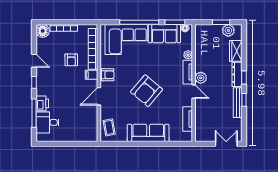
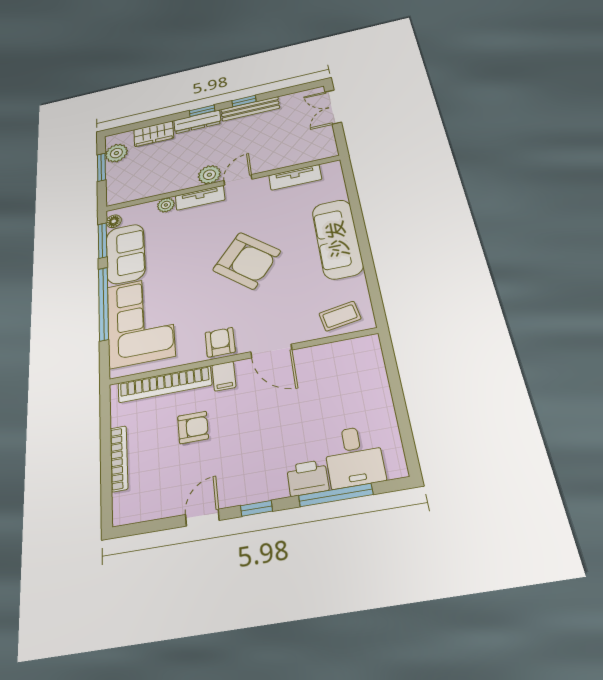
floor lamp: (43, 31) -> (128, 508), removed

